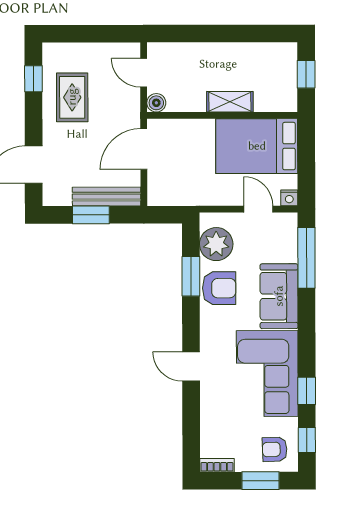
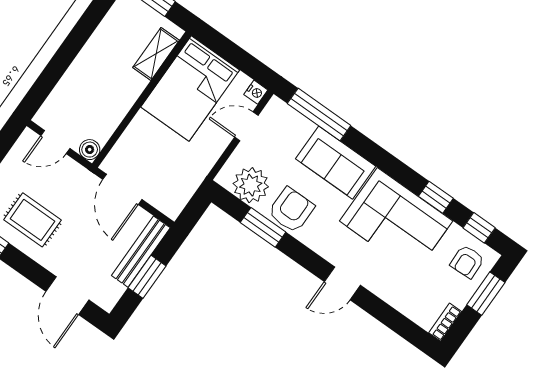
shelving: (230, 102) -> (156, 54), moved

